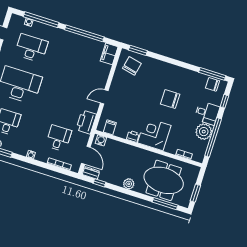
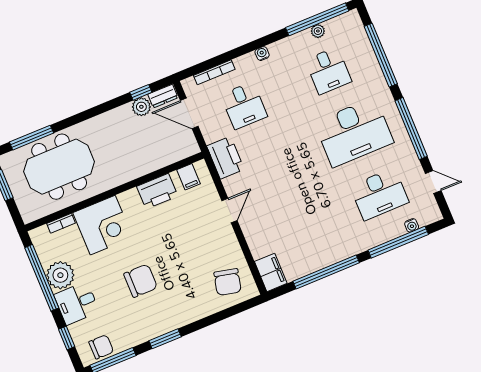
window: (138, 50) -> (165, 339), moved
corner desk: (154, 134) -> (103, 225), moved
printer: (133, 136) -> (157, 191), width x1.87, depth x1.48
water cooler: (101, 140) -> (186, 150), removed
plant: (129, 184) -> (141, 107), moved

